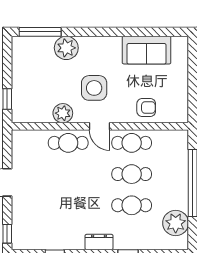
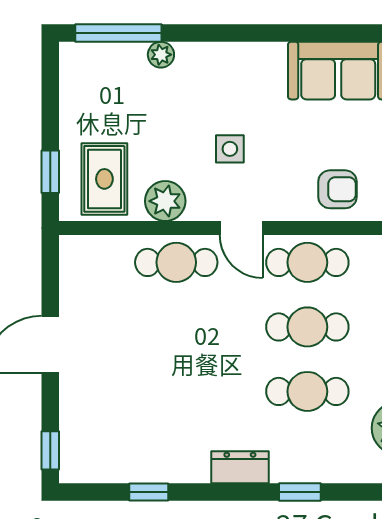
plant: (66, 48) -> (161, 55), width x0.53, depth x0.53
side table: (94, 88) -> (230, 149), width x0.54, depth x0.54
rug: (33, 102) -> (104, 179), added

